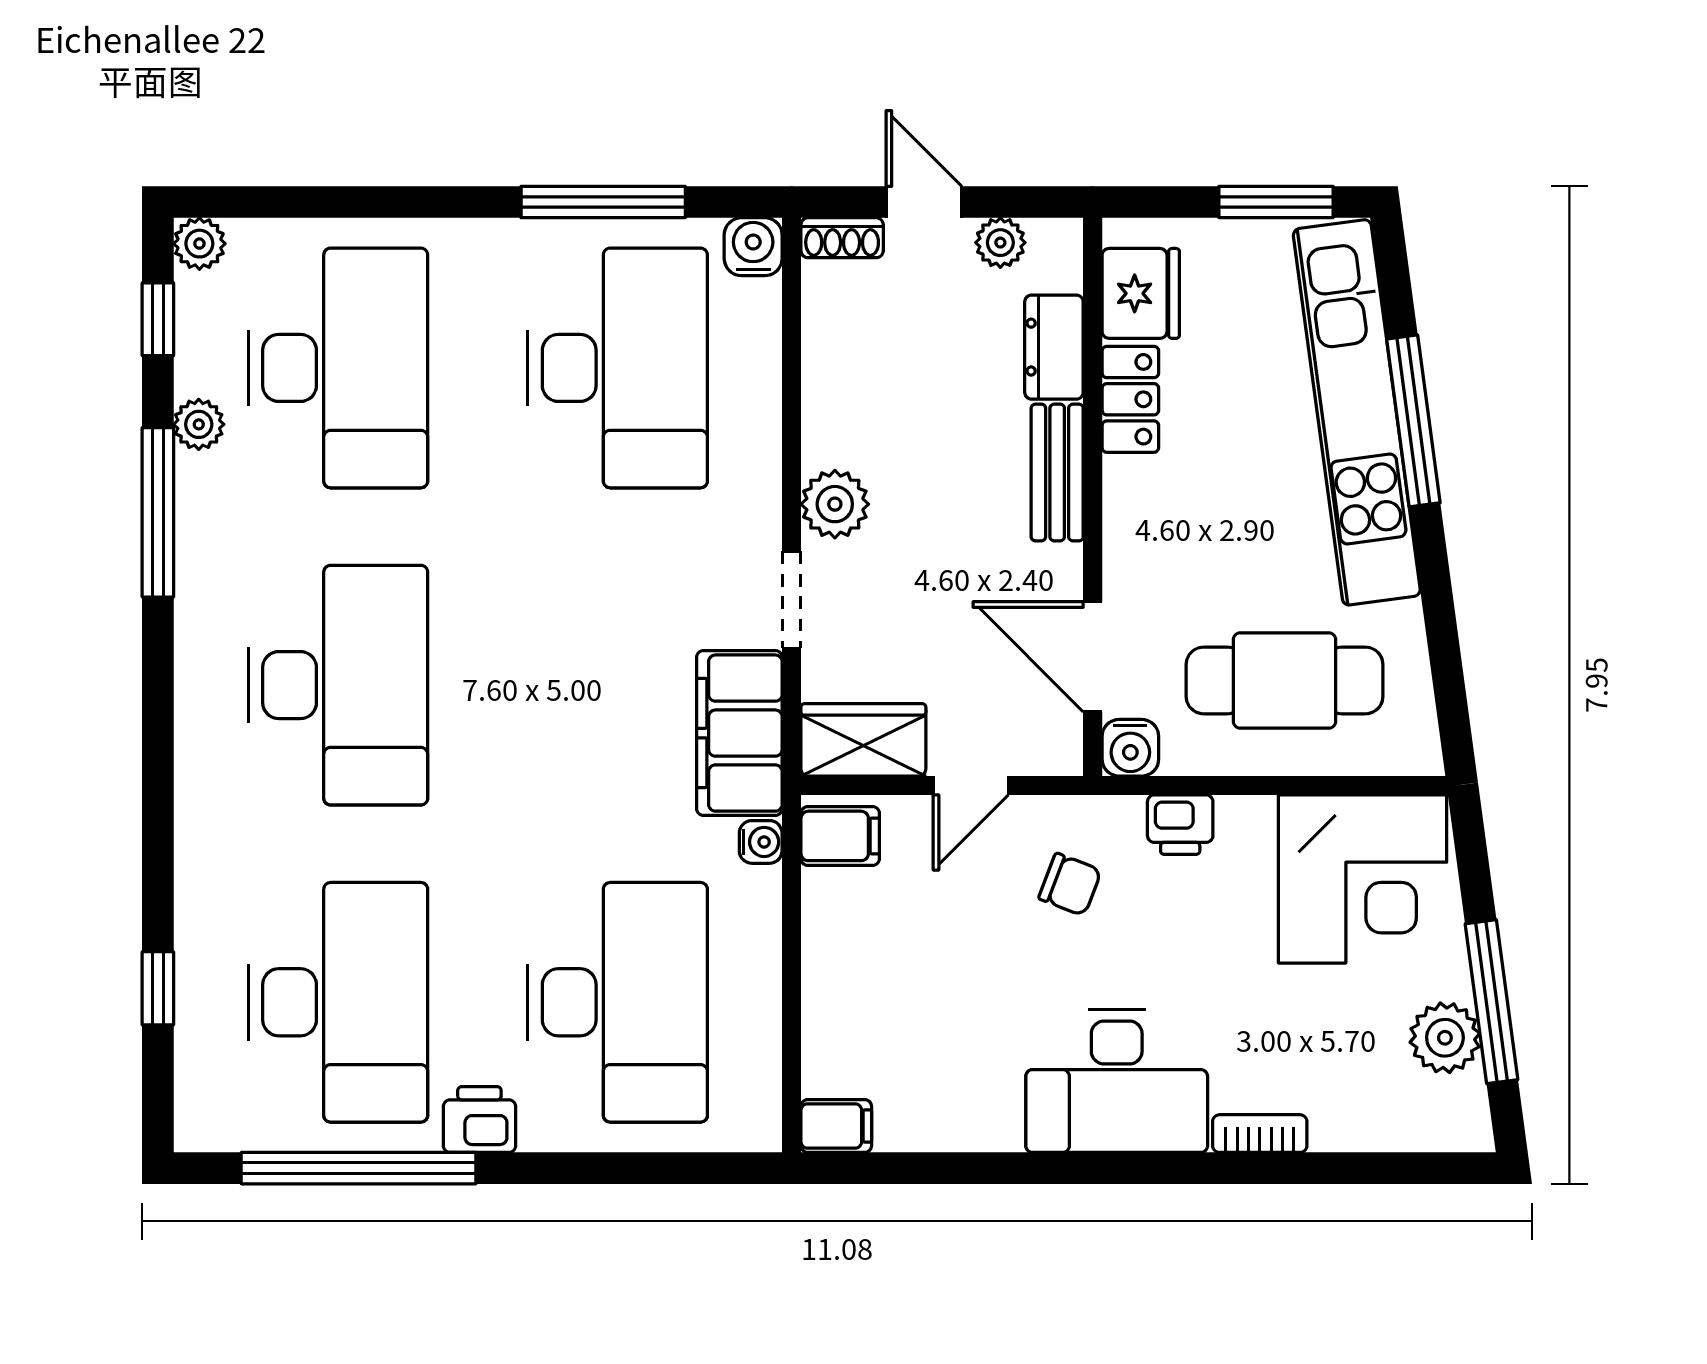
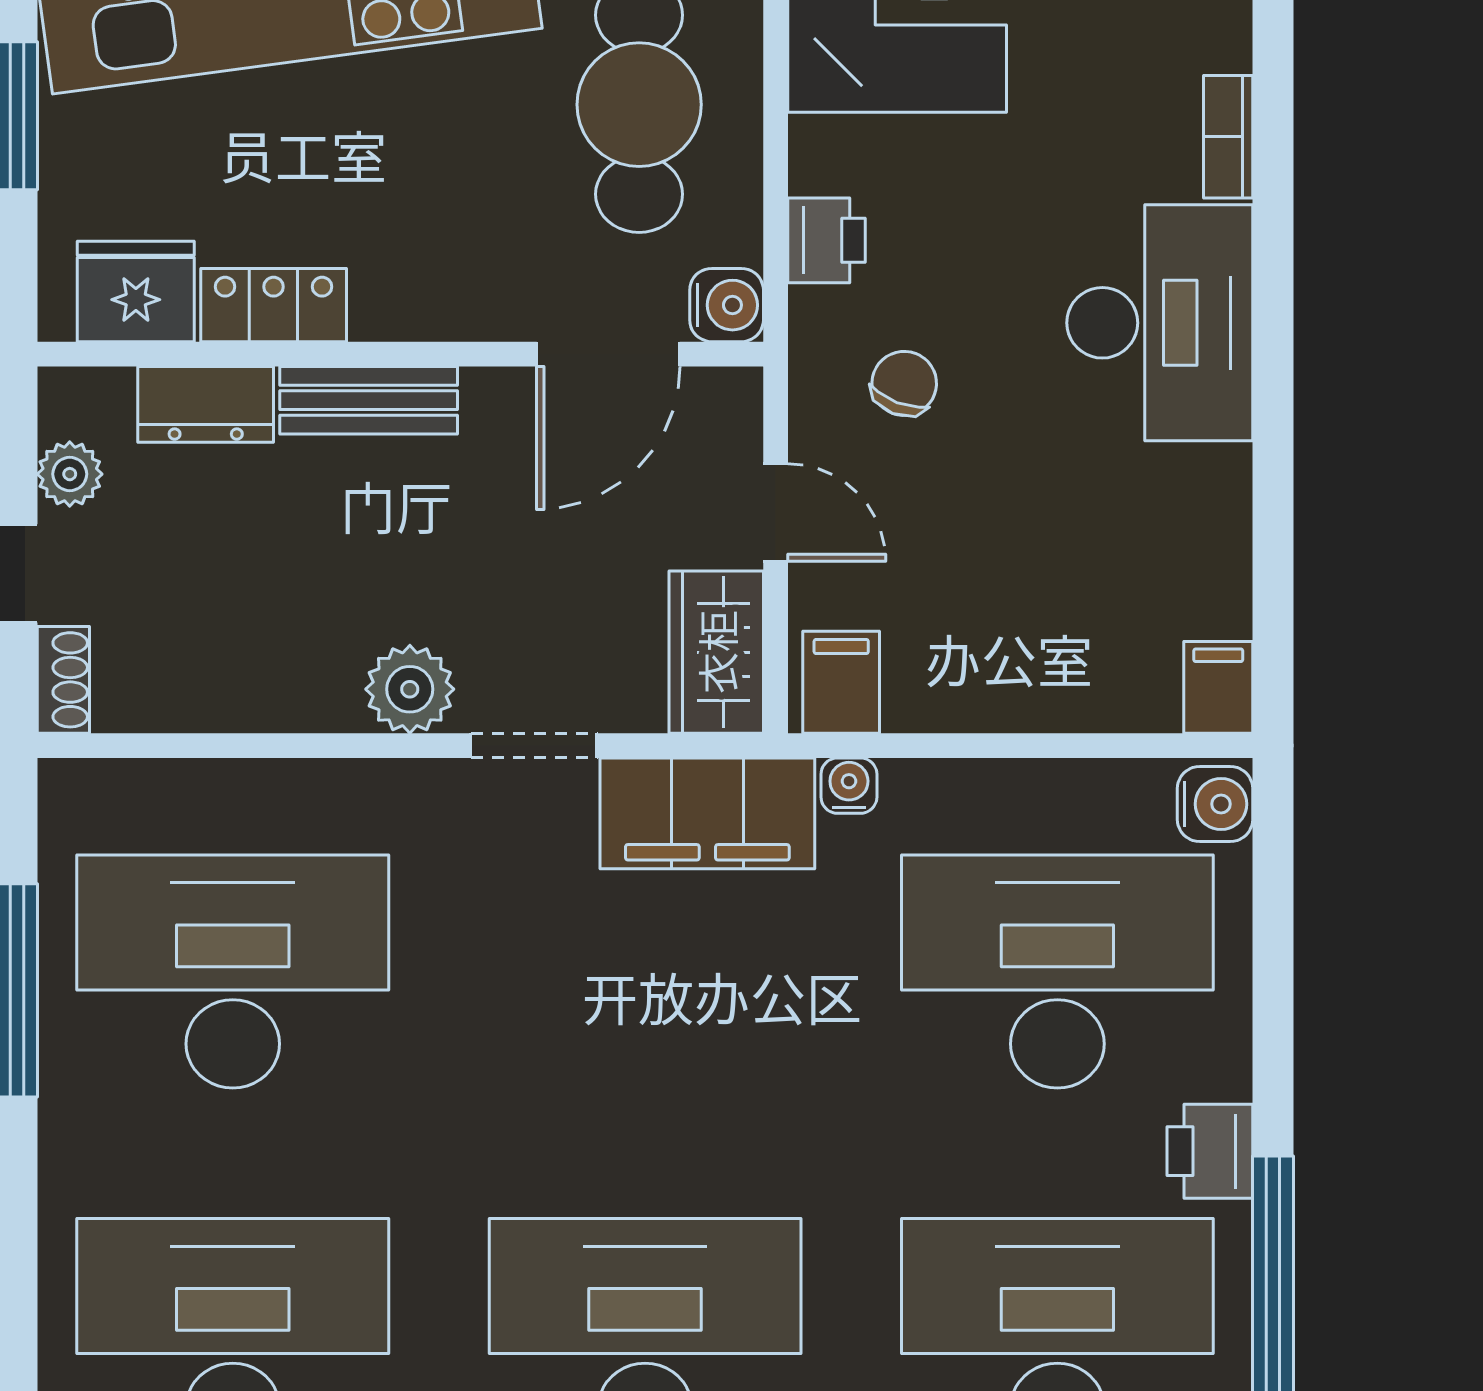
water cooler: (753, 247) -> (1215, 804), moved, turned 180

